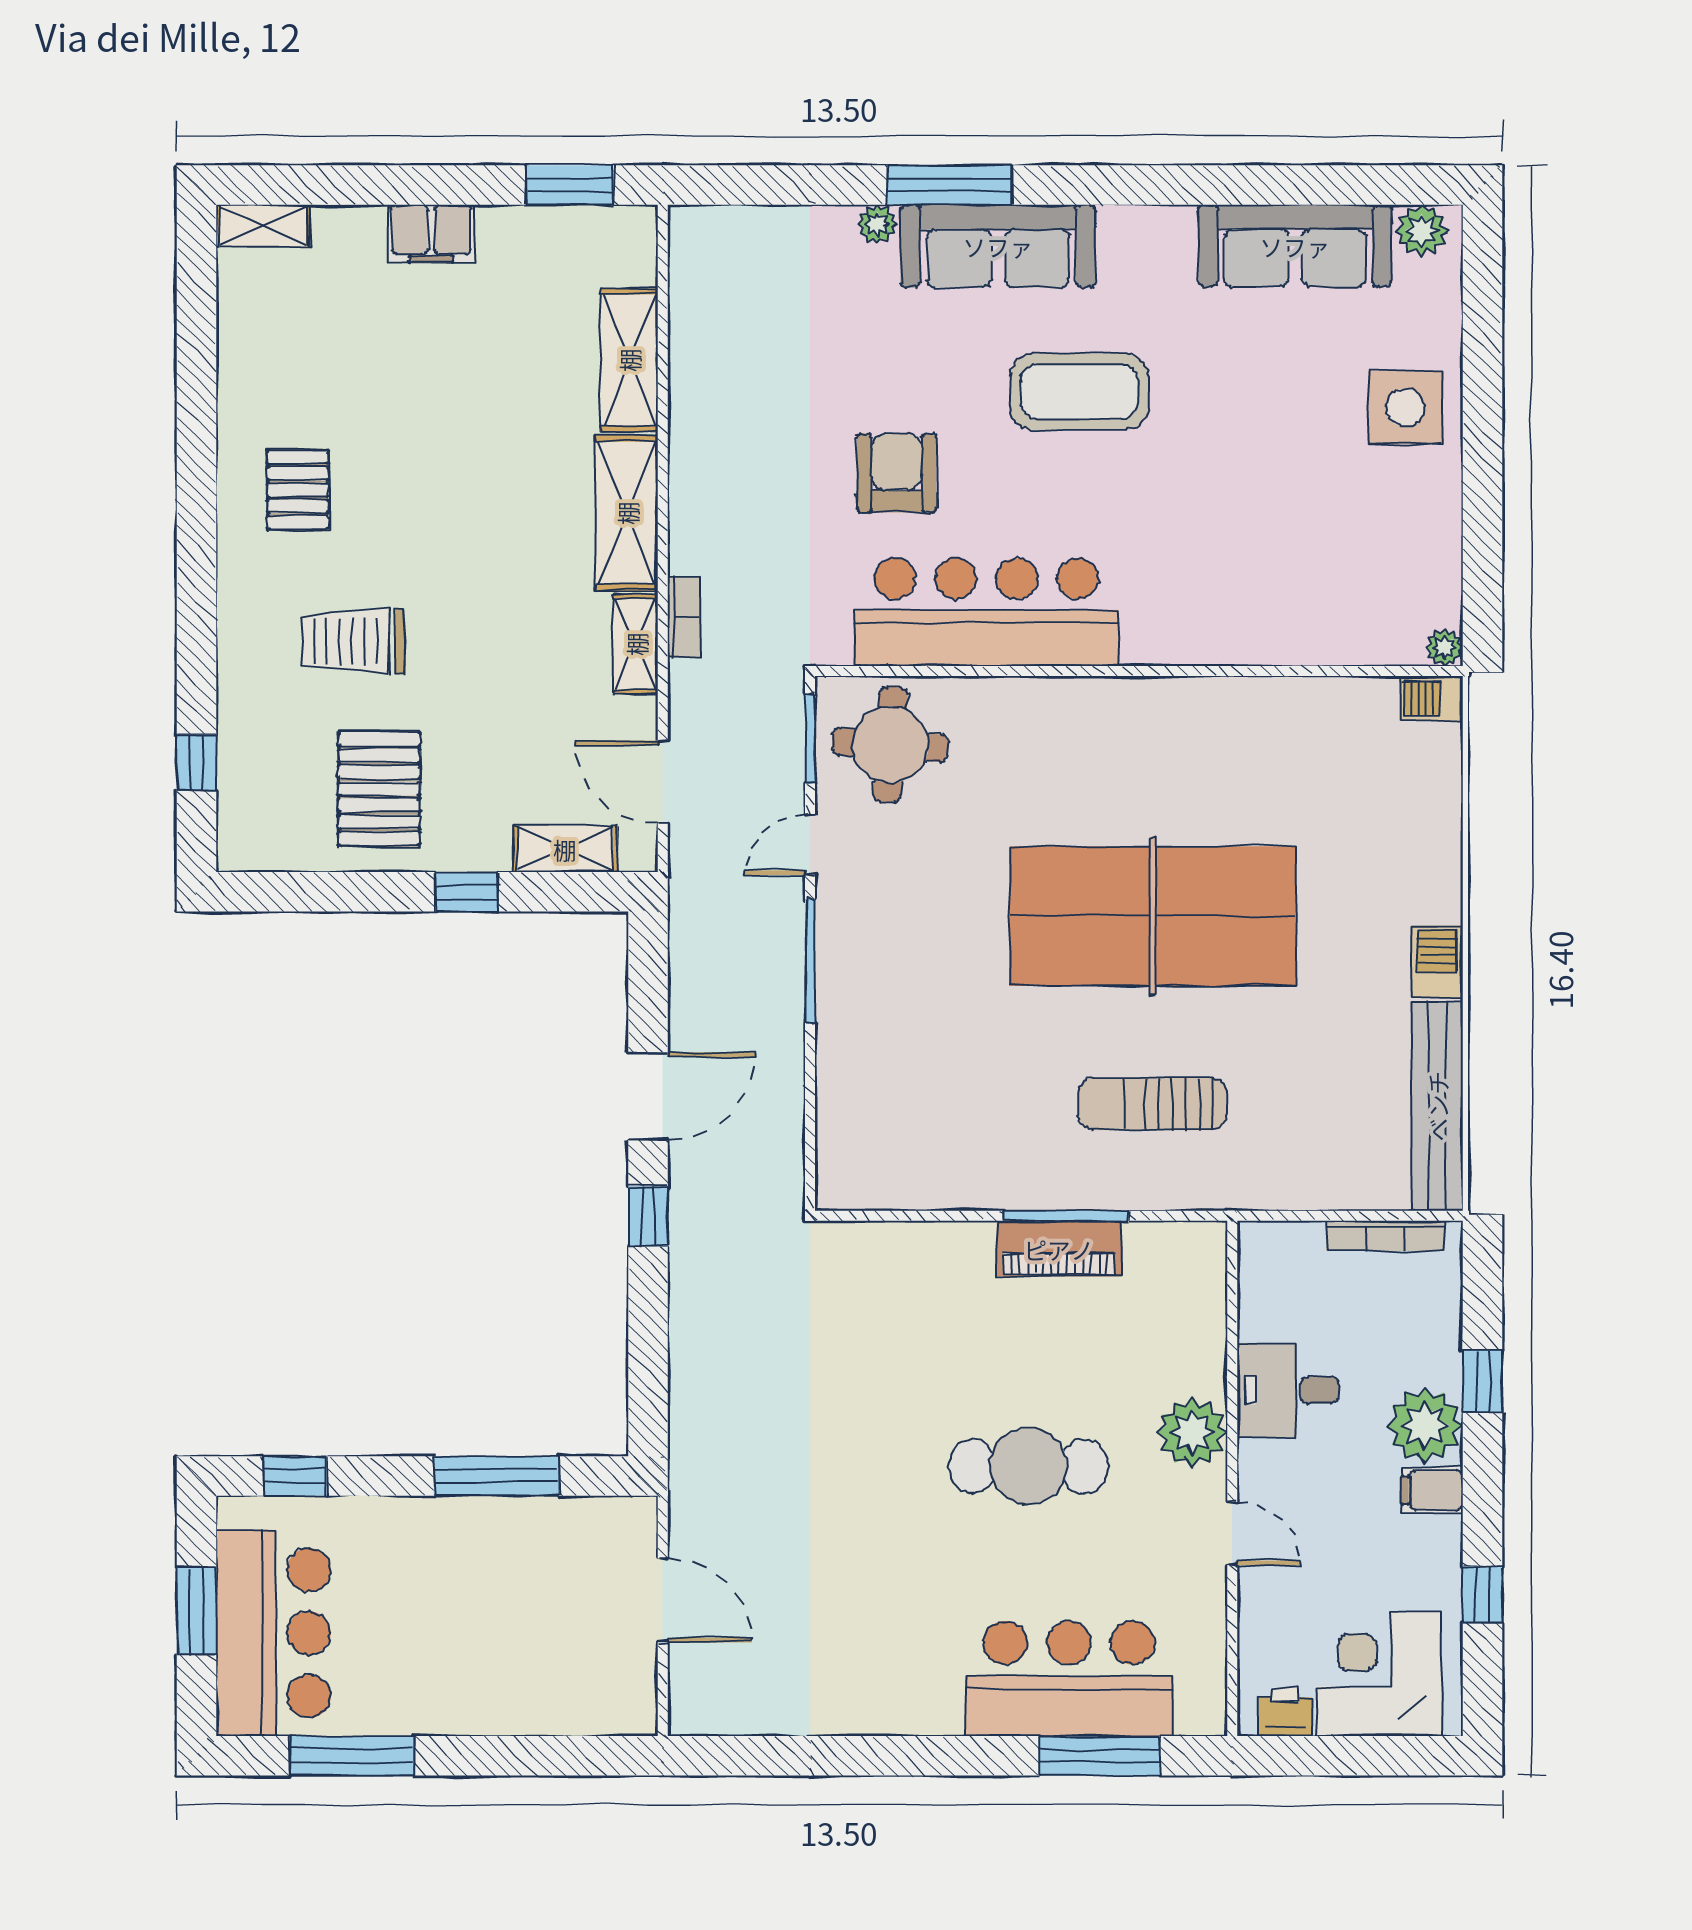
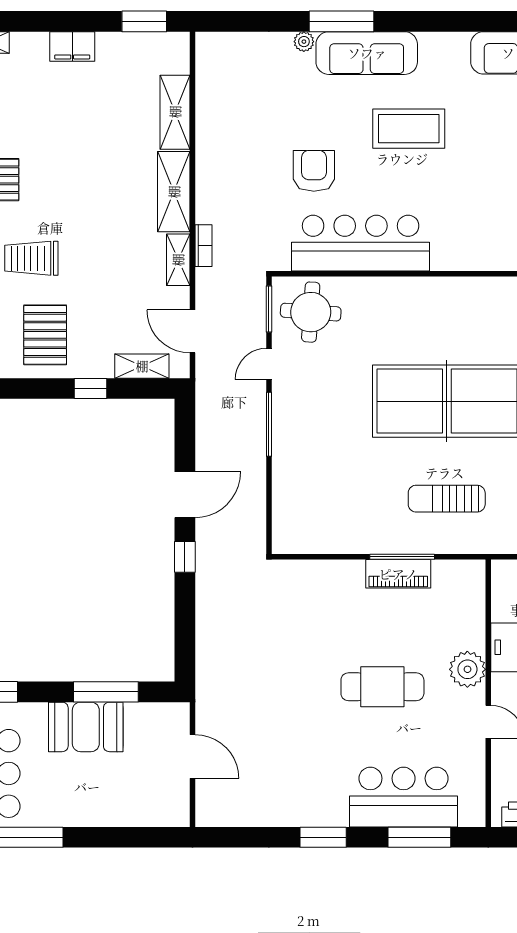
booth: (457, 1543) -> (86, 727), added
window: (914, 1756) -> (323, 837), added

